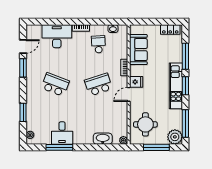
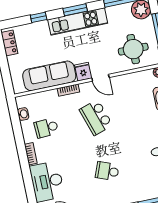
sofa: (138, 50) -> (49, 76), width x1.36
window: (185, 56) -> (39, 17), width x0.46
school desk: (55, 85) -> (107, 171), width x0.54

